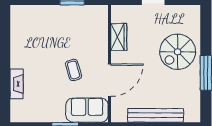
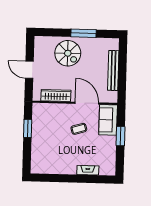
wardrobe: (119, 37) -> (56, 96), width x1.50

